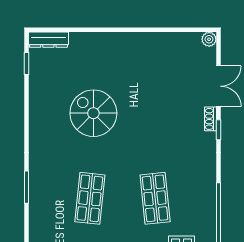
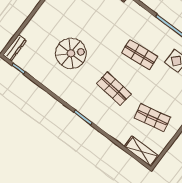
spiral stairs: (93, 113) -> (71, 53), turned 180

